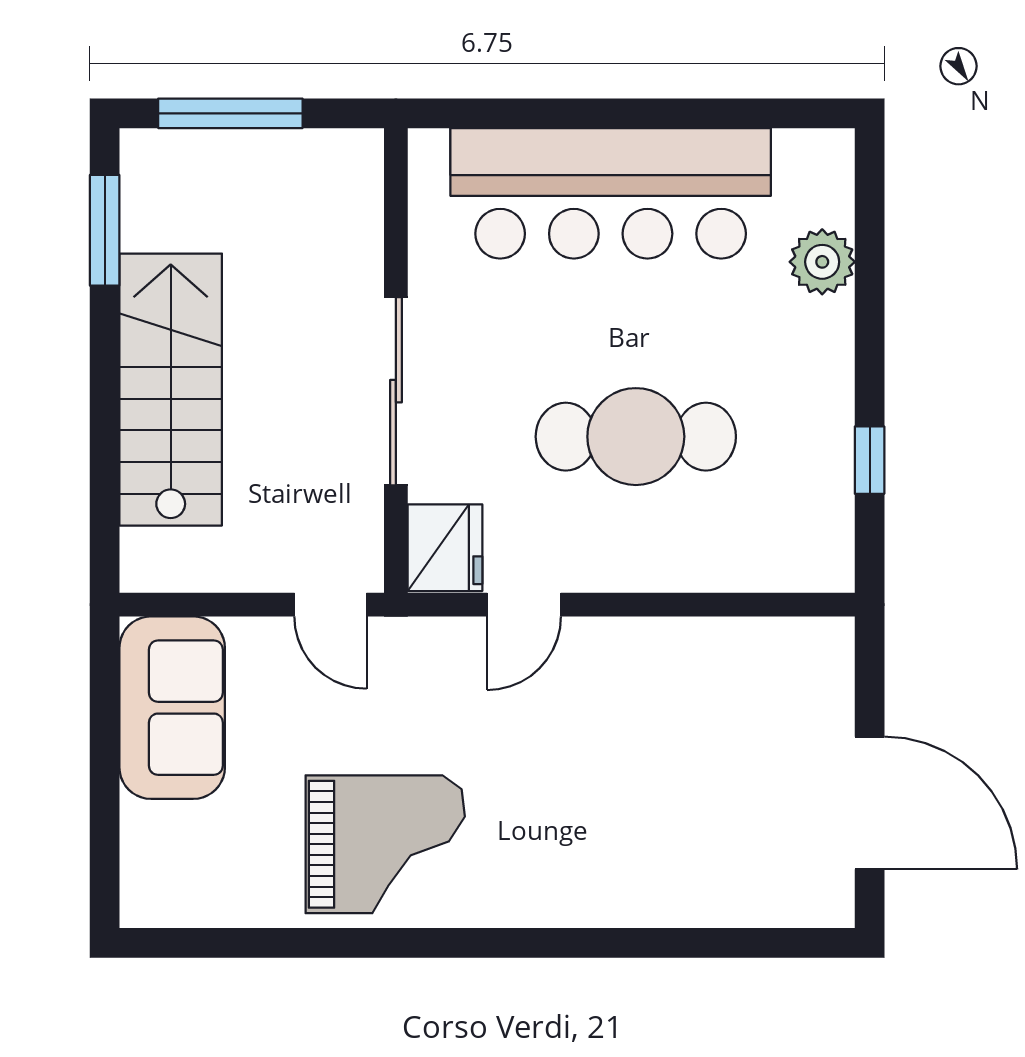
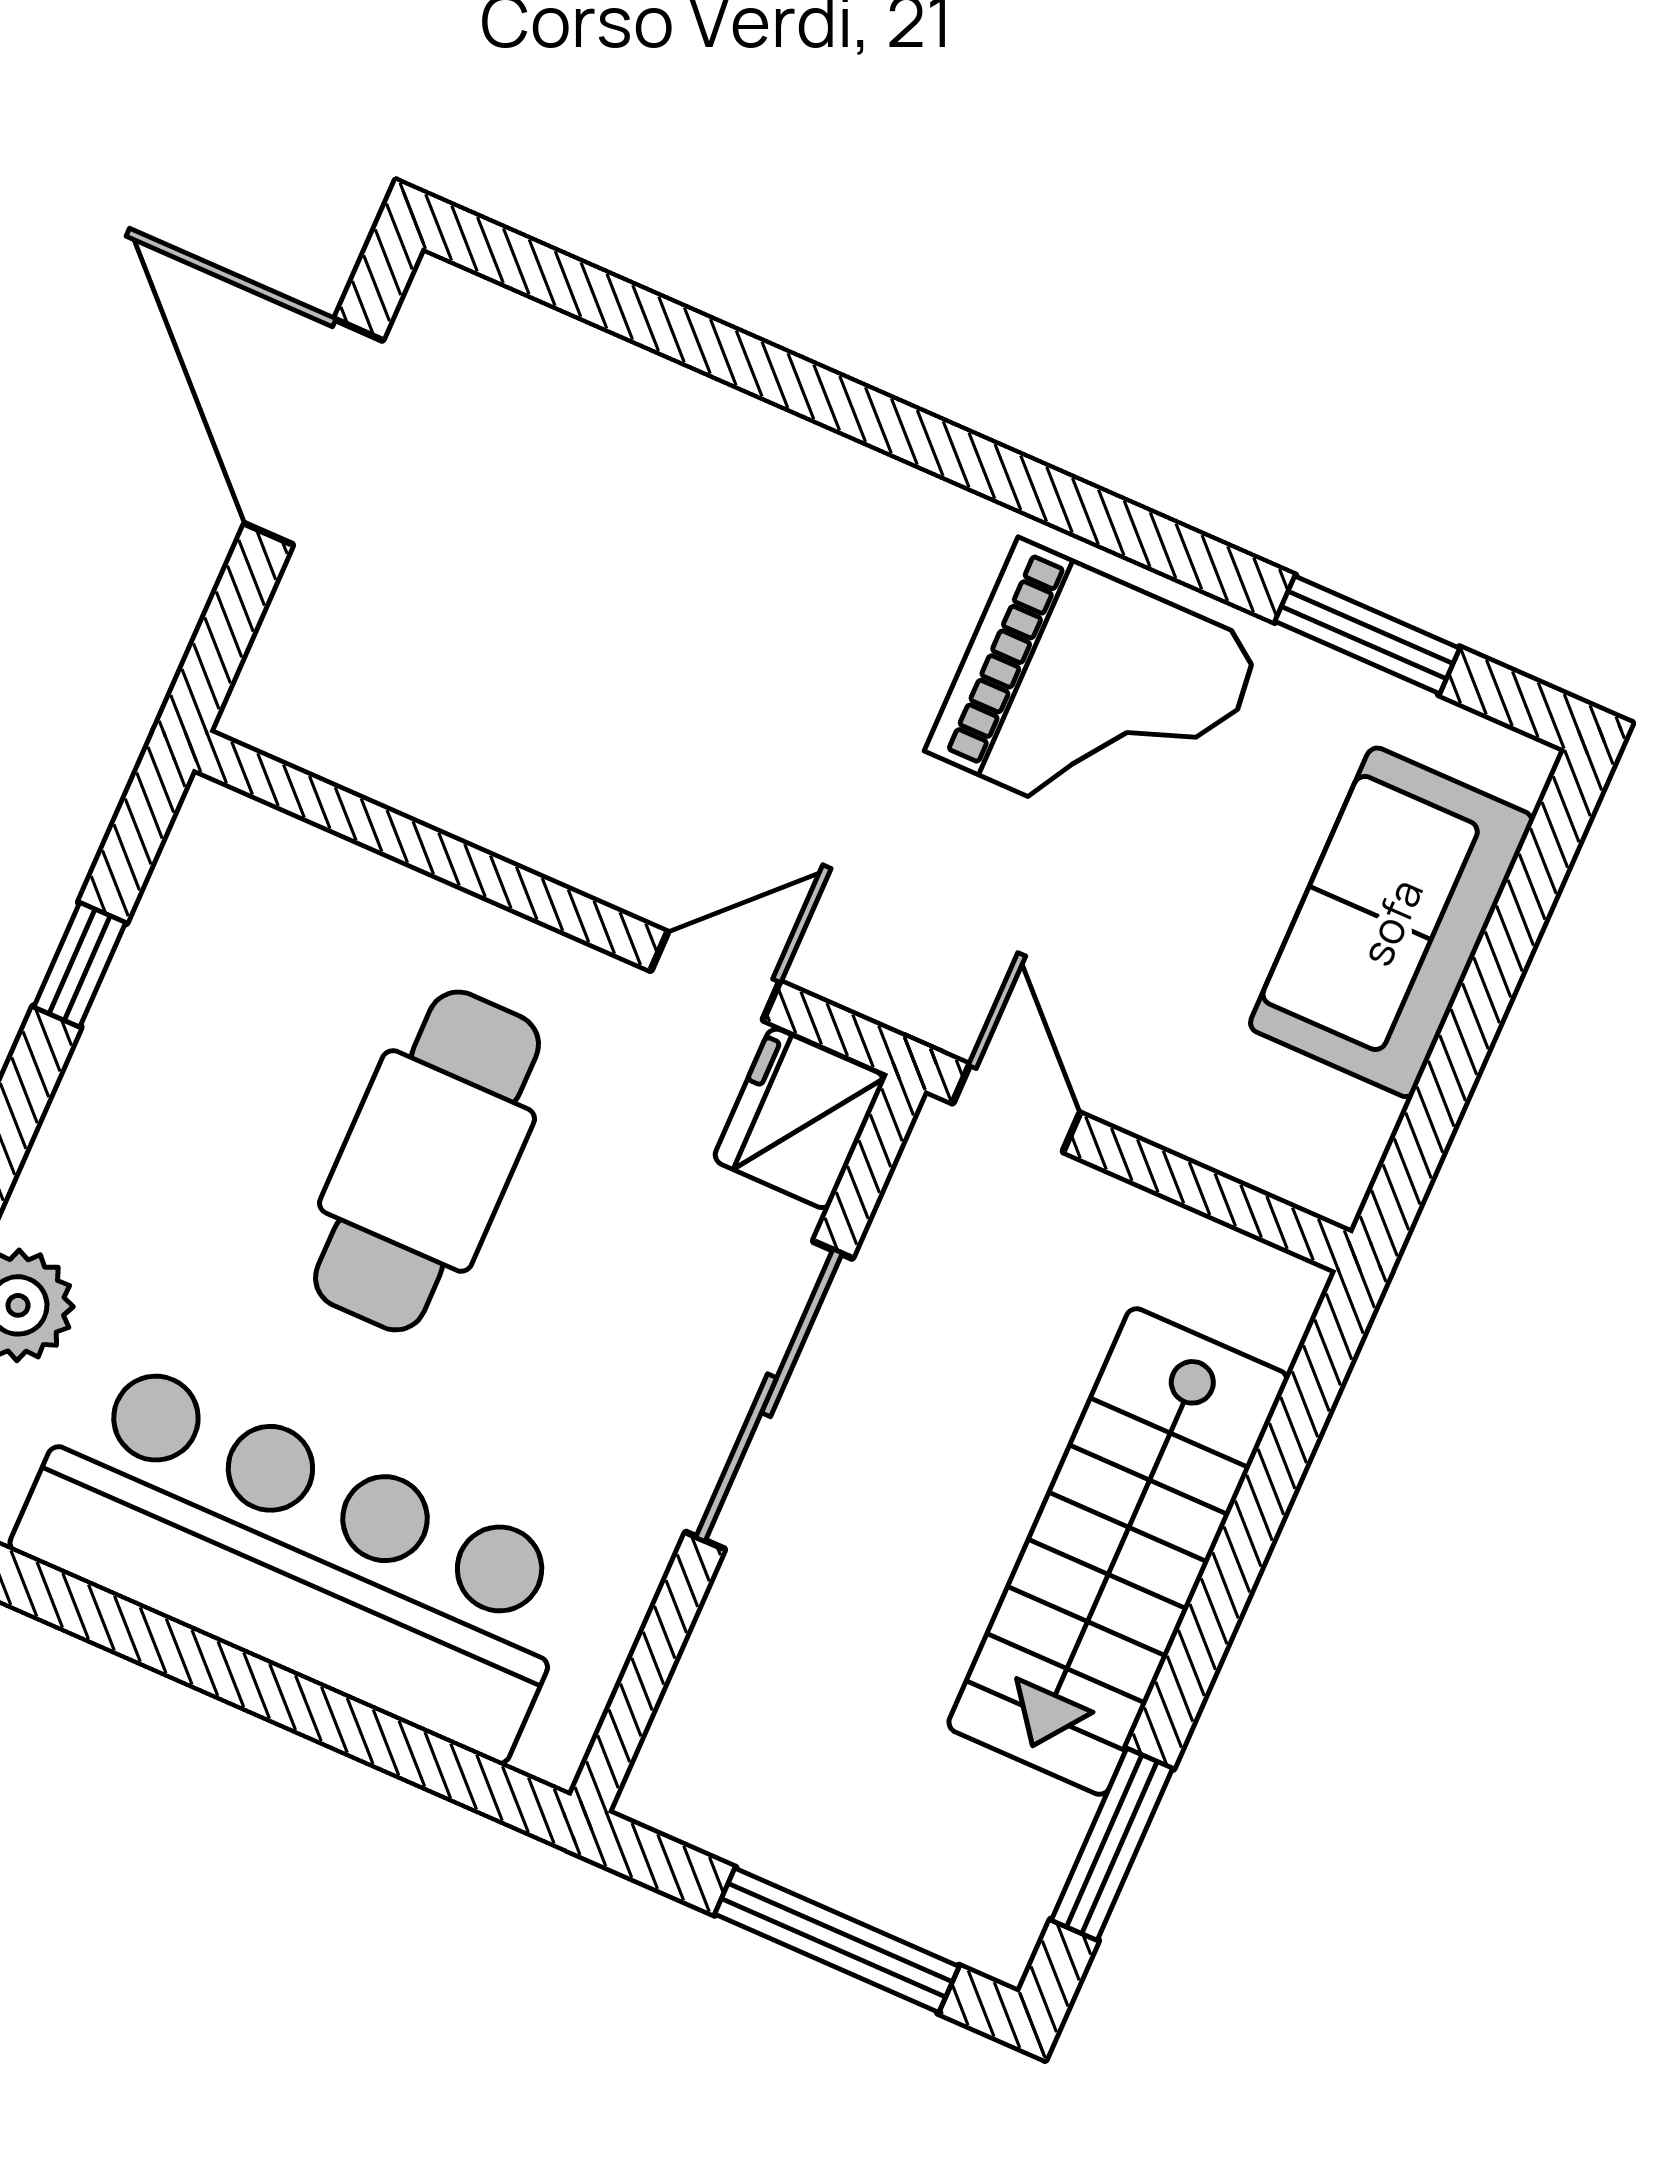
cafe table: (636, 437) -> (427, 1161), turned 90
sofa: (172, 708) -> (1391, 922), moved
grand piano: (385, 844) -> (1095, 698), turned 180
window: (253, 943) -> (1367, 635), added

